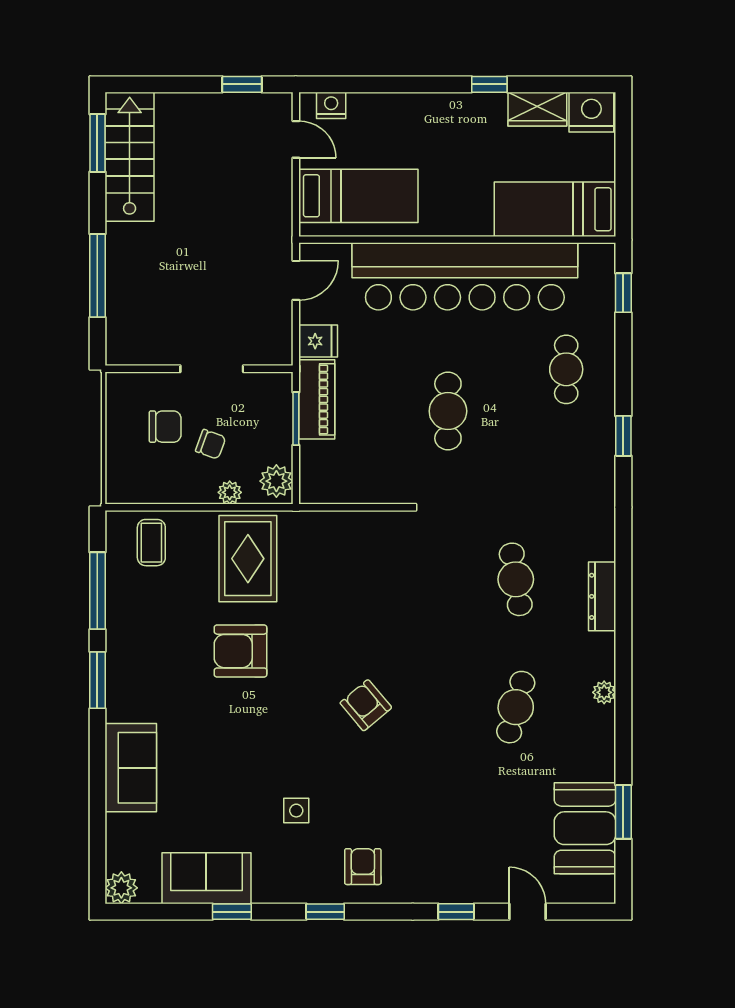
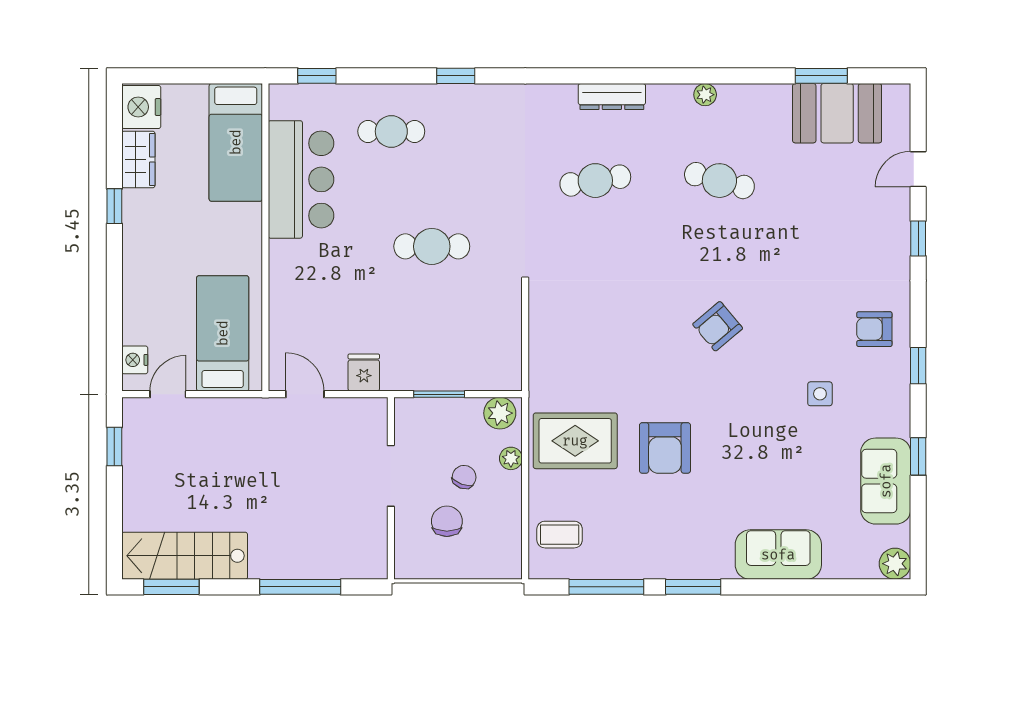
bar counter: (465, 276) -> (301, 179), width x0.54
piano: (317, 399) -> (421, 374), removed

